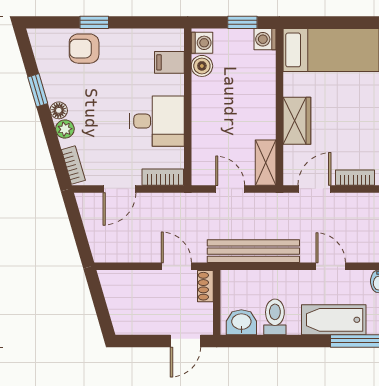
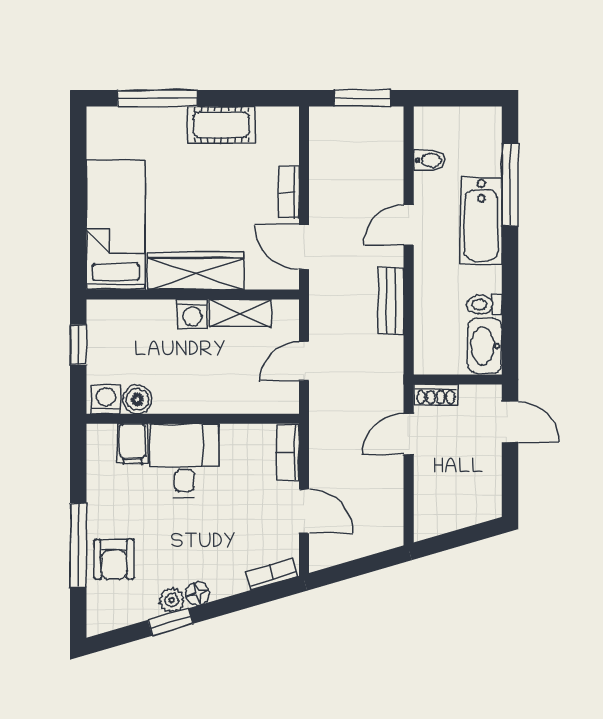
window: (94, 22) -> (78, 545), width x2.17
washing machine: (265, 39) -> (192, 314), moved
desk: (157, 121) -> (184, 461), moved
wardrobe: (297, 121) -> (196, 271), width x1.50
plant: (65, 129) -> (172, 600), moved
shelving: (266, 163) -> (240, 313), moved
bench: (253, 251) -> (391, 301), width x0.54, depth x0.82
toilet: (275, 317) -> (484, 305), width x0.73, depth x0.72
washbasin: (241, 322) -> (485, 346), width x1.38

